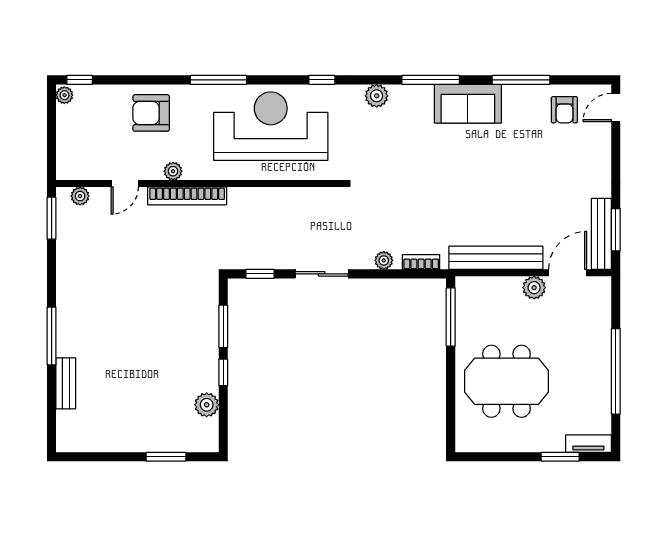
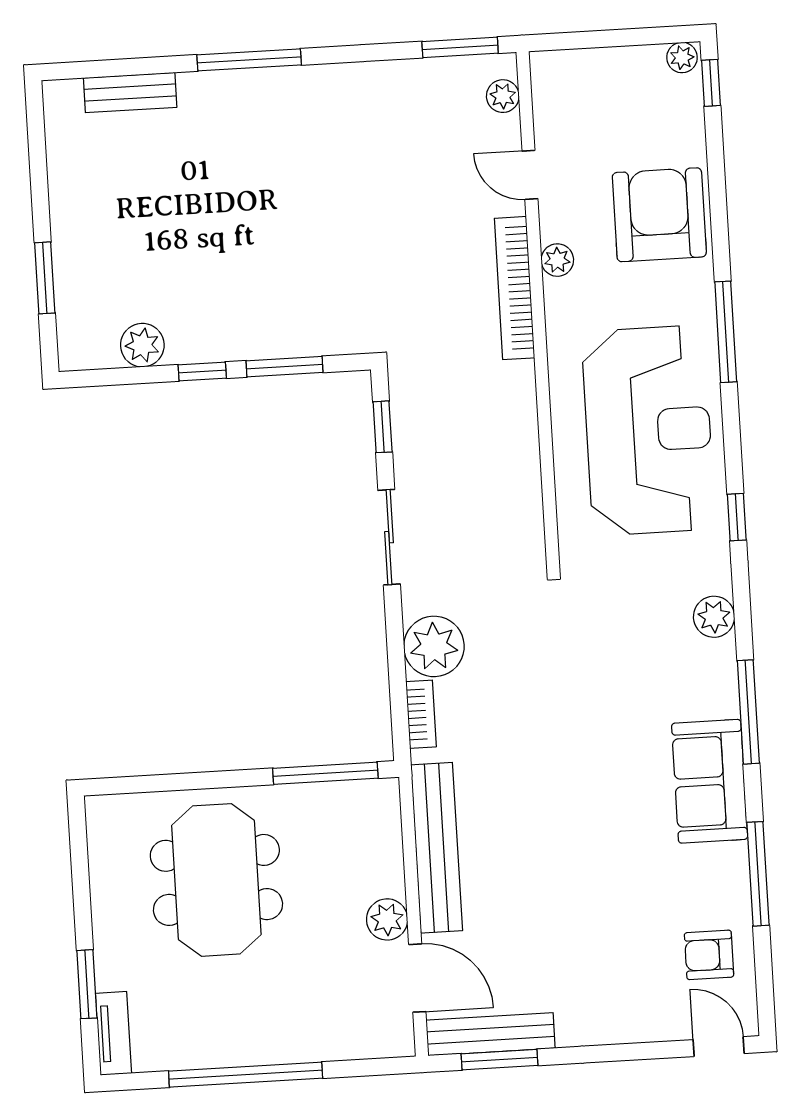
armchair: (151, 113) -> (659, 215), width x1.36, depth x1.36
plant: (384, 260) -> (434, 646), width x1.88, depth x1.88
bench: (66, 383) -> (130, 93), moved

